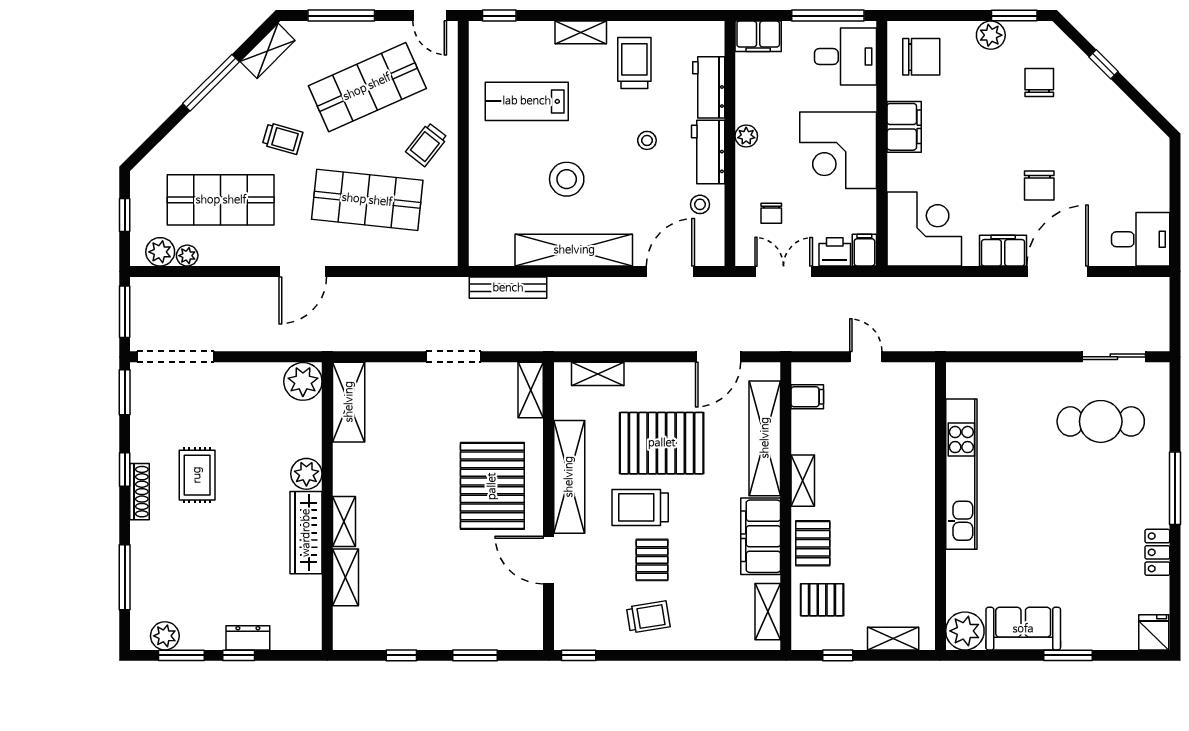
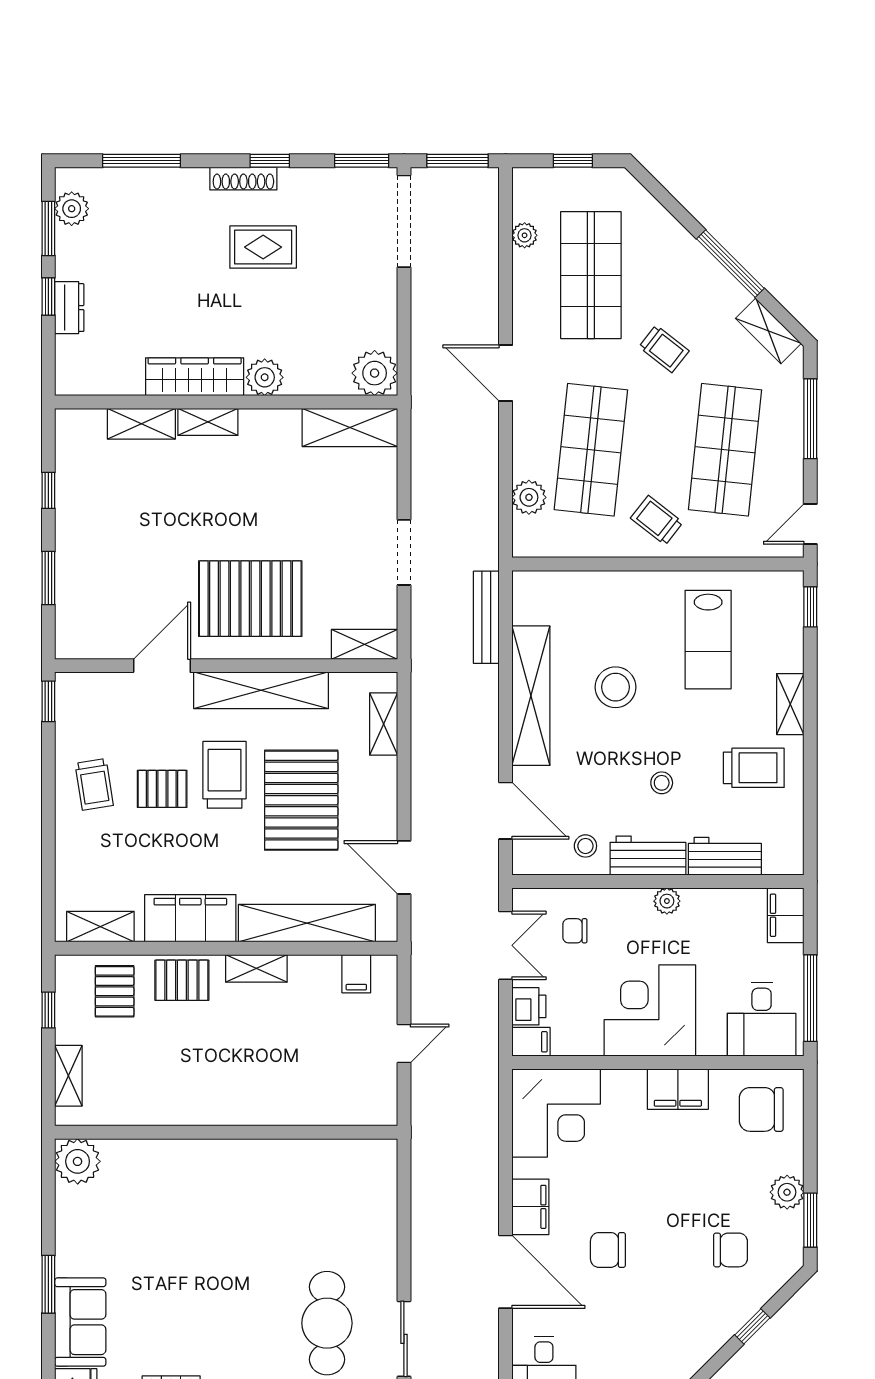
chair: (921, 57) -> (761, 1109), turned 90
shop shelf: (367, 87) -> (725, 450), turned 30
lab bench: (527, 101) -> (708, 640), turned 180
trolley: (283, 138) -> (664, 349), turned -68
plant: (160, 252) -> (529, 497), moved
kitchen unit: (961, 474) -> (264, 1157), removed
sofa: (1023, 629) -> (80, 1322), moved

